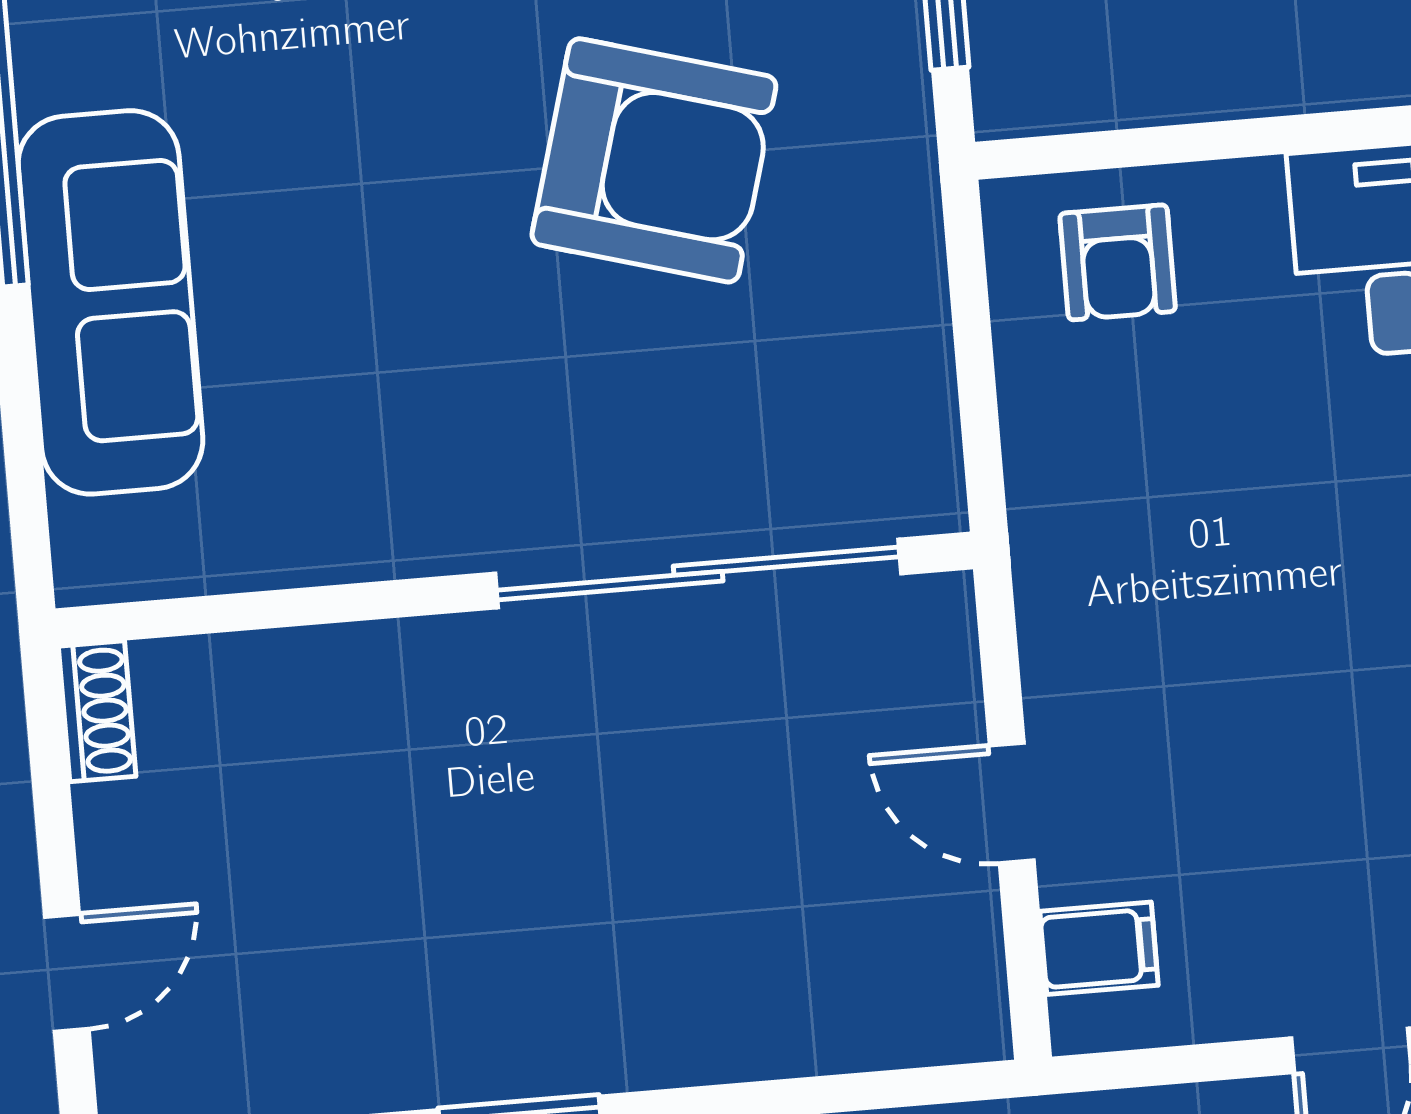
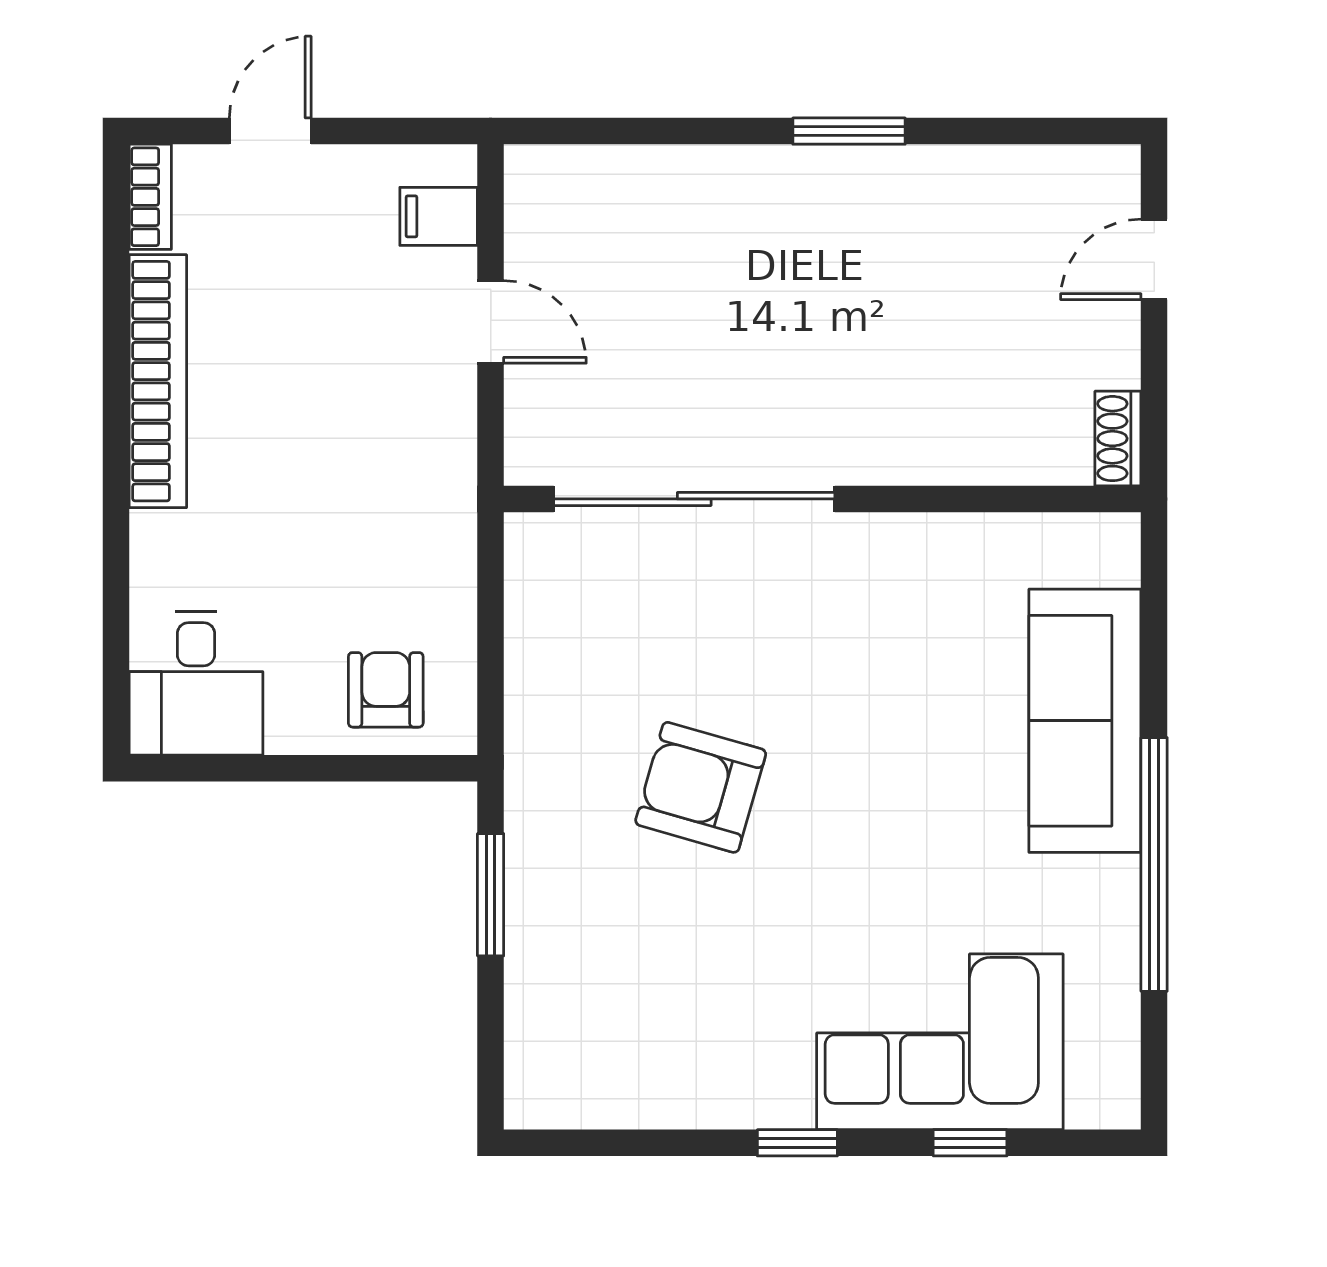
armchair: (654, 160) -> (701, 787), width x0.73, depth x0.73

